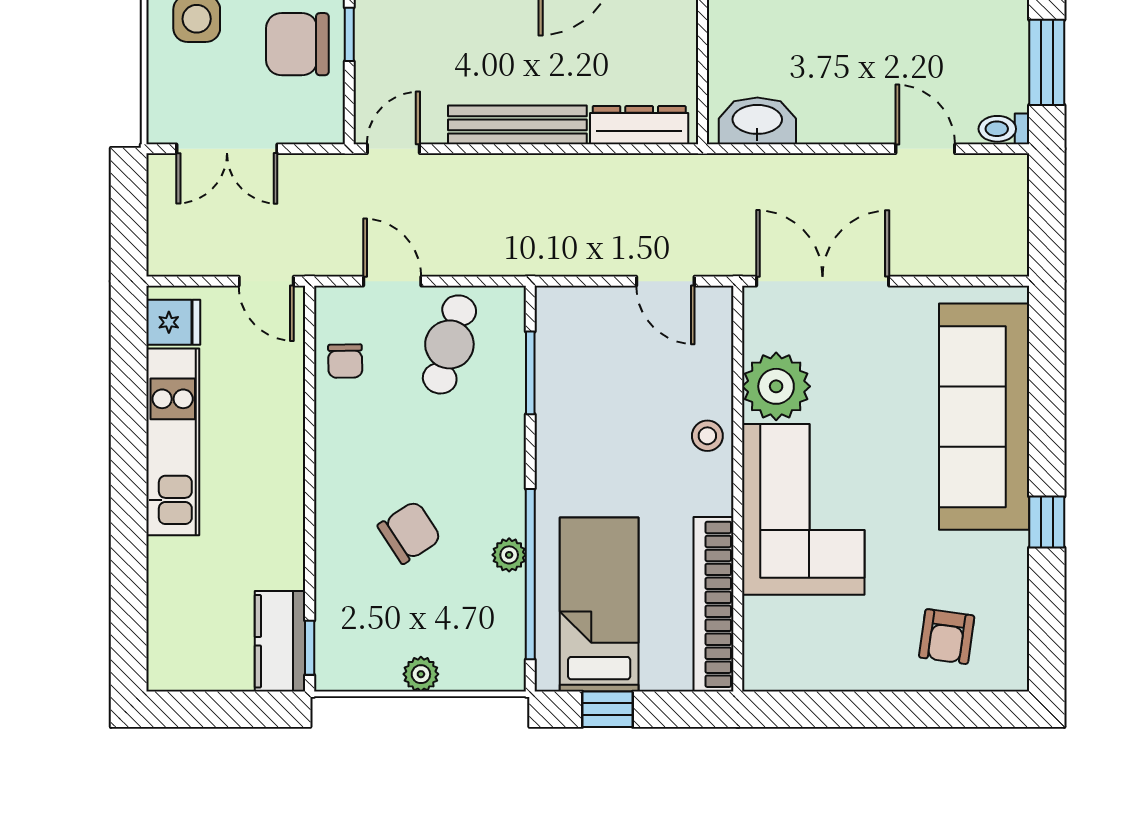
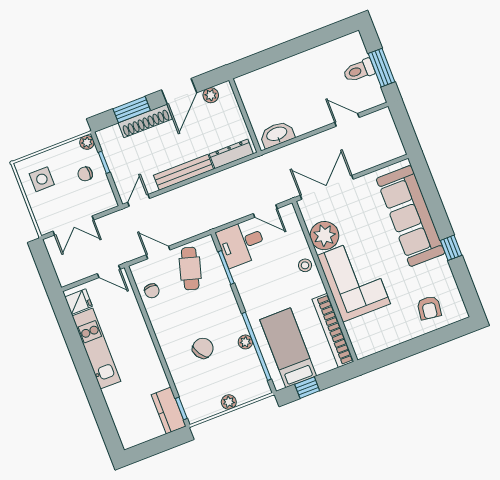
chair: (297, 44) -> (85, 174), width x0.54, depth x0.54
toilet: (1004, 129) -> (359, 71), moved, width x1.37, depth x1.39
desk: (585, 332) -> (241, 243), added

